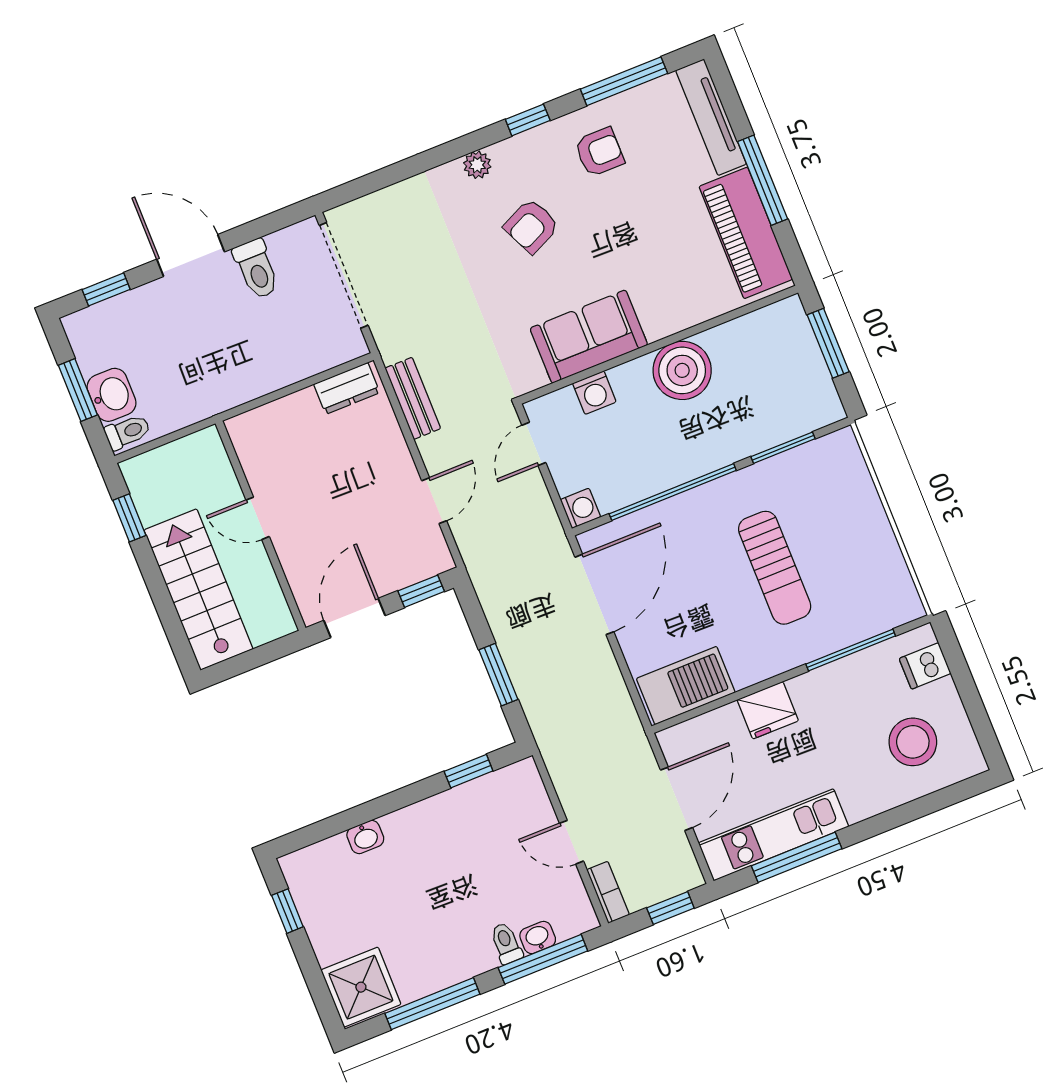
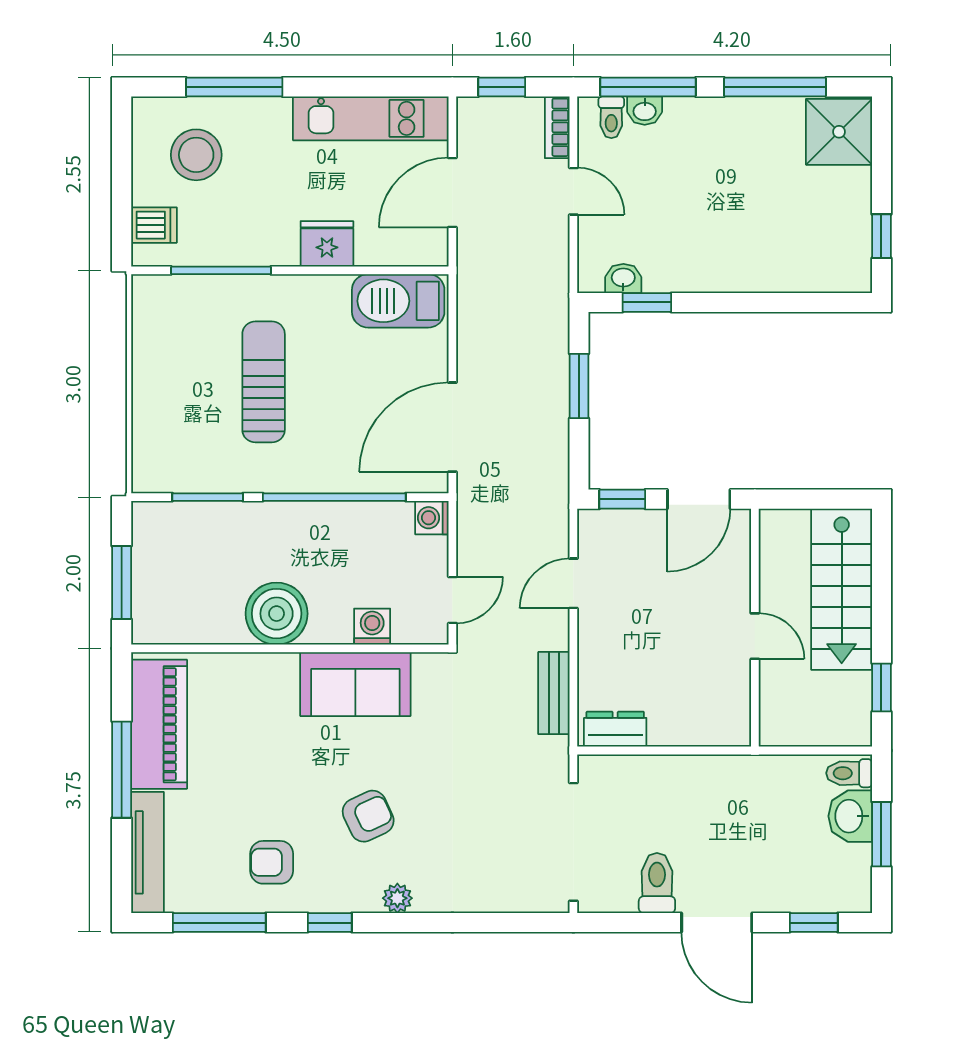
washbasin: (365, 837) -> (623, 278), moved
window: (797, 857) -> (234, 87), moved
toilet: (506, 943) -> (611, 117), moved

